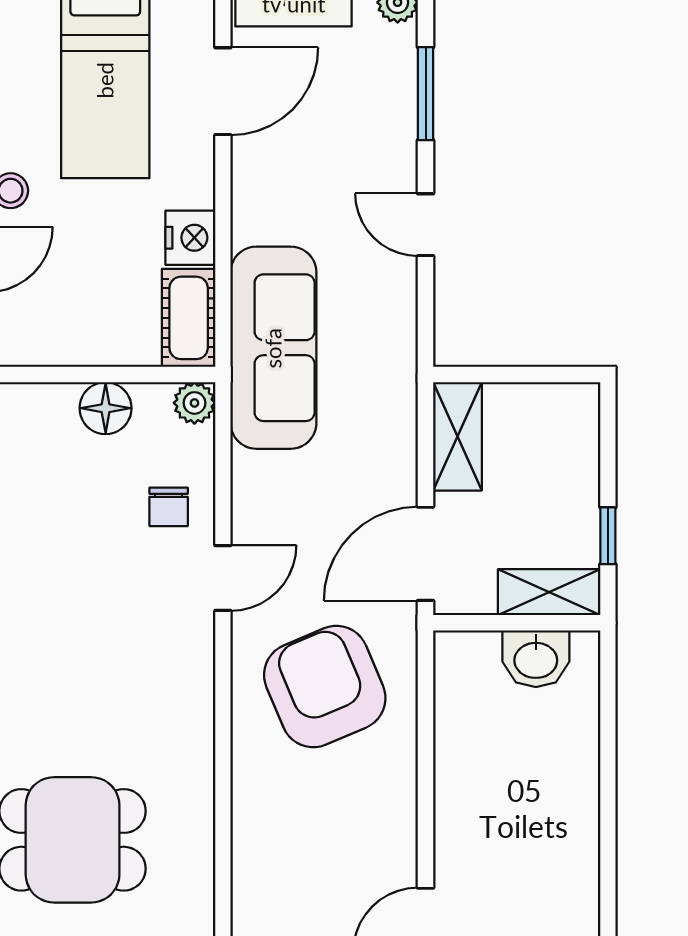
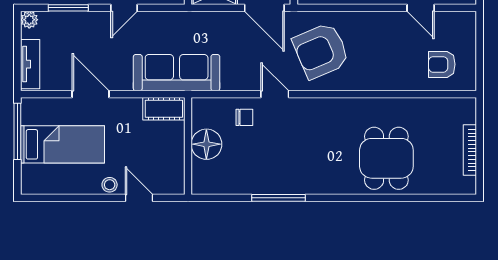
door: (223, 91) -> (91, 94), moved
nightstand: (190, 238) -> (130, 108), removed
plant: (194, 403) -> (200, 106), removed
floor lamp: (106, 408) -> (206, 144), width x1.38, depth x1.38

